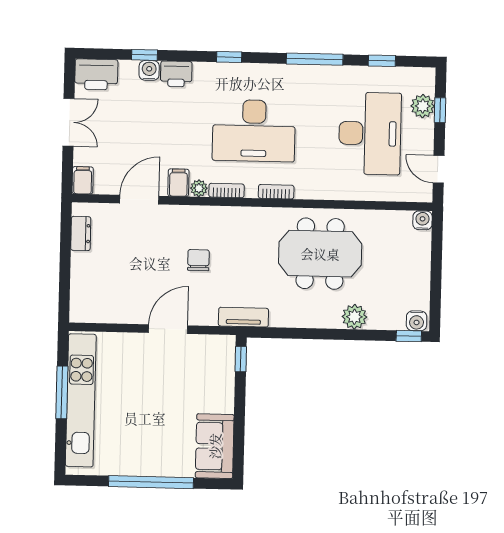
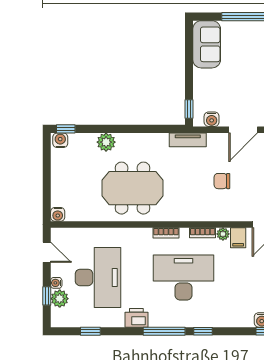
window: (315, 59) -> (164, 331), moved
printer: (176, 74) -> (136, 318), moved
water cooler: (427, 127) -> (56, 283), added
desk: (370, 133) -> (98, 277), turned 180
chair: (198, 260) -> (222, 181), turned 90
water cooler: (210, 344) -> (212, 119), added

